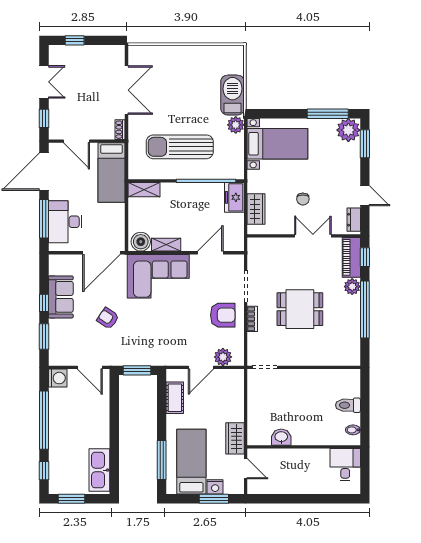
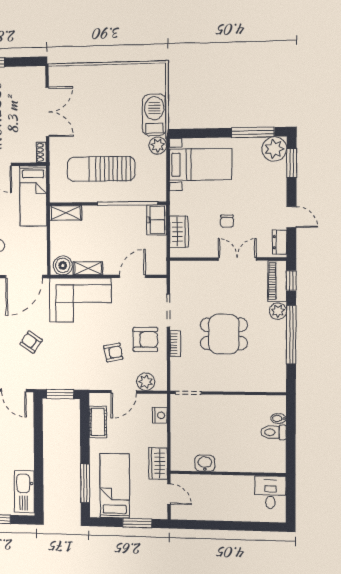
armchair: (191, 328) -> (113, 353), added
bidet: (353, 430) -> (279, 419), moved
nightstand: (215, 487) -> (160, 415), moved, turned -90

